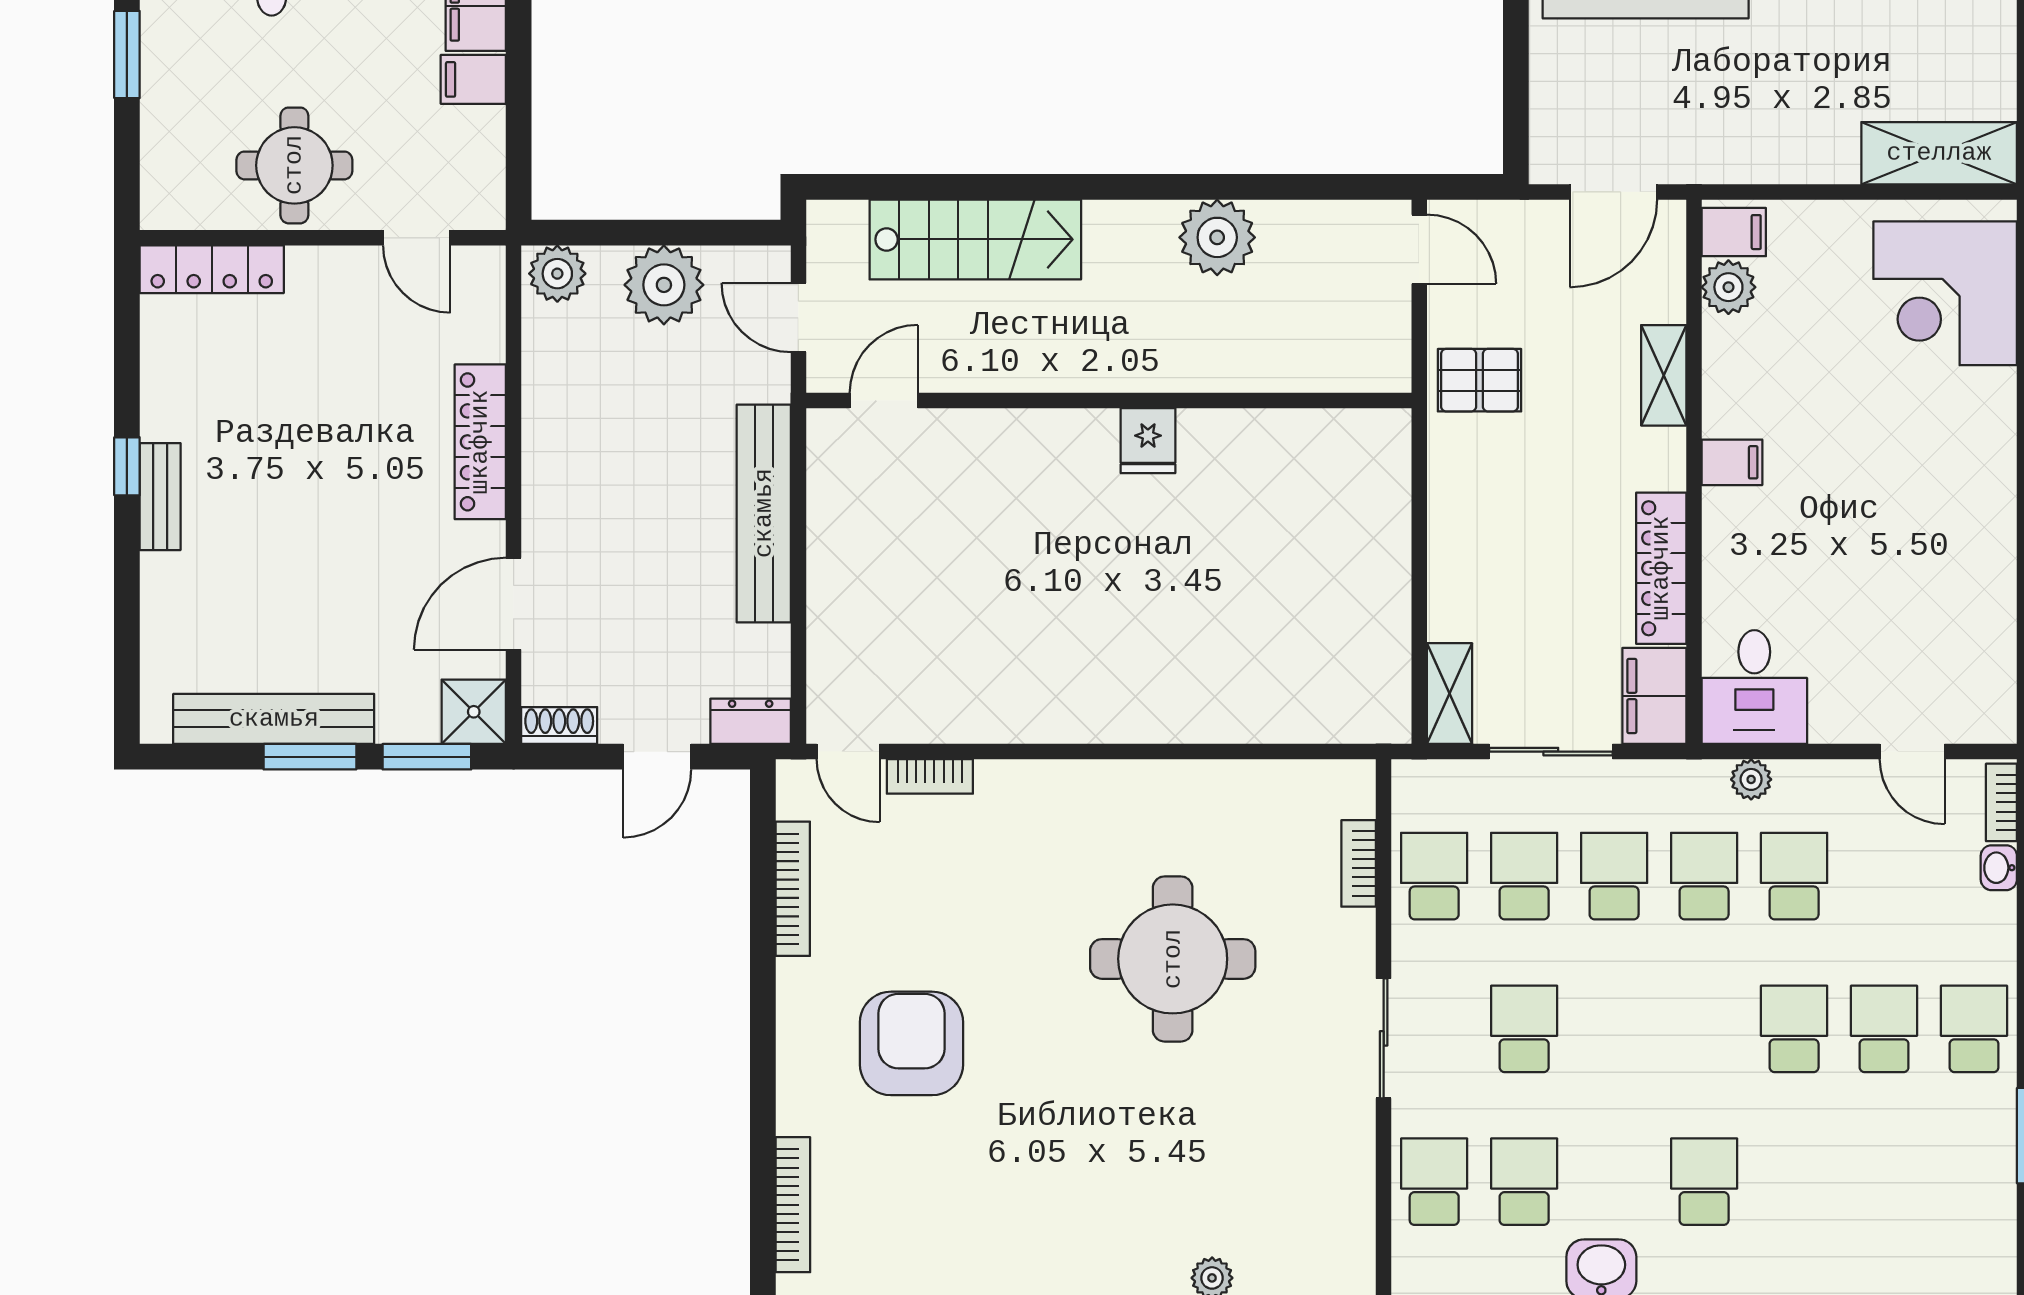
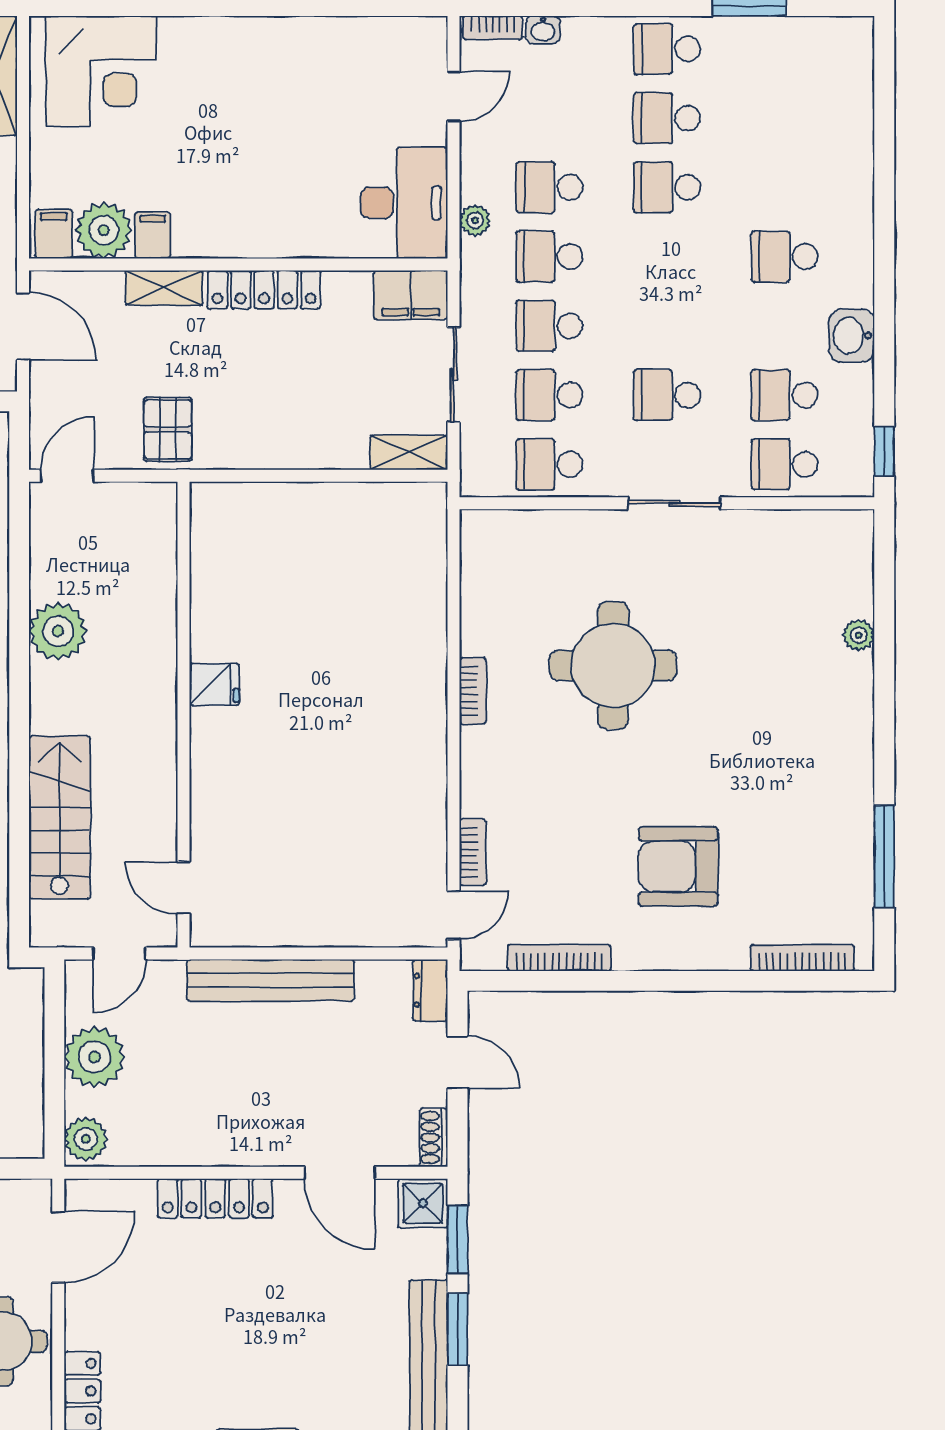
door: (417, 238) -> (58, 1247), width x1.38
plant: (1728, 287) -> (104, 230), width x1.36, depth x1.36
filing cabinet: (1732, 462) -> (153, 235), moved
locker: (1661, 568) -> (264, 290), moved
desk: (1754, 687) -> (404, 203), width x1.37
bookcase: (1359, 863) -> (473, 691), moved, turned -90

